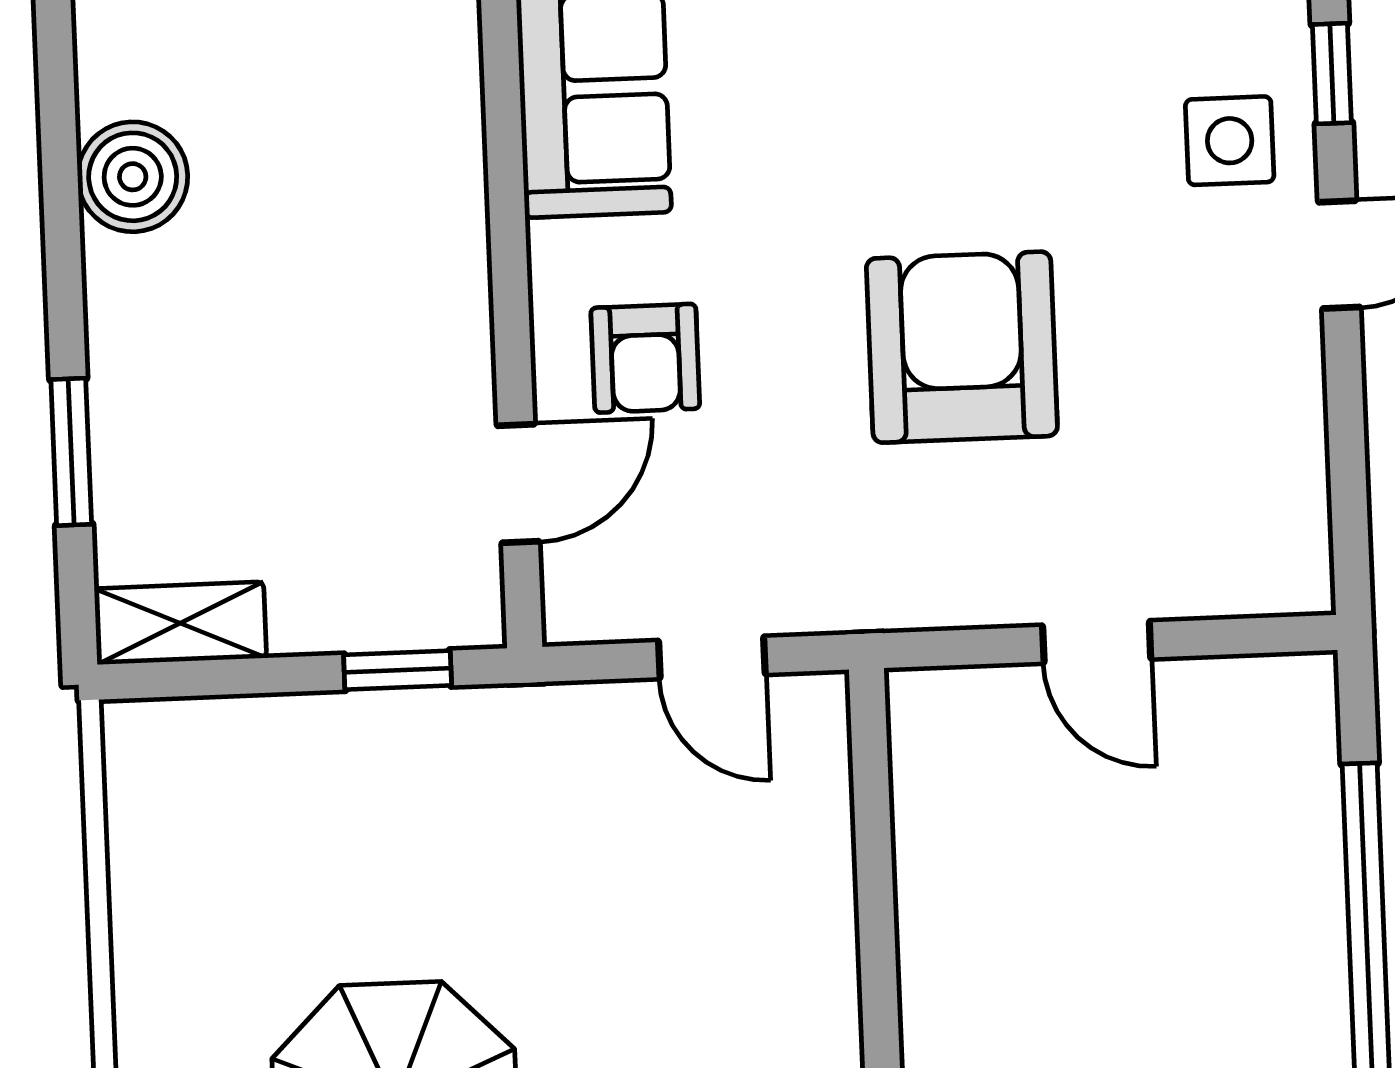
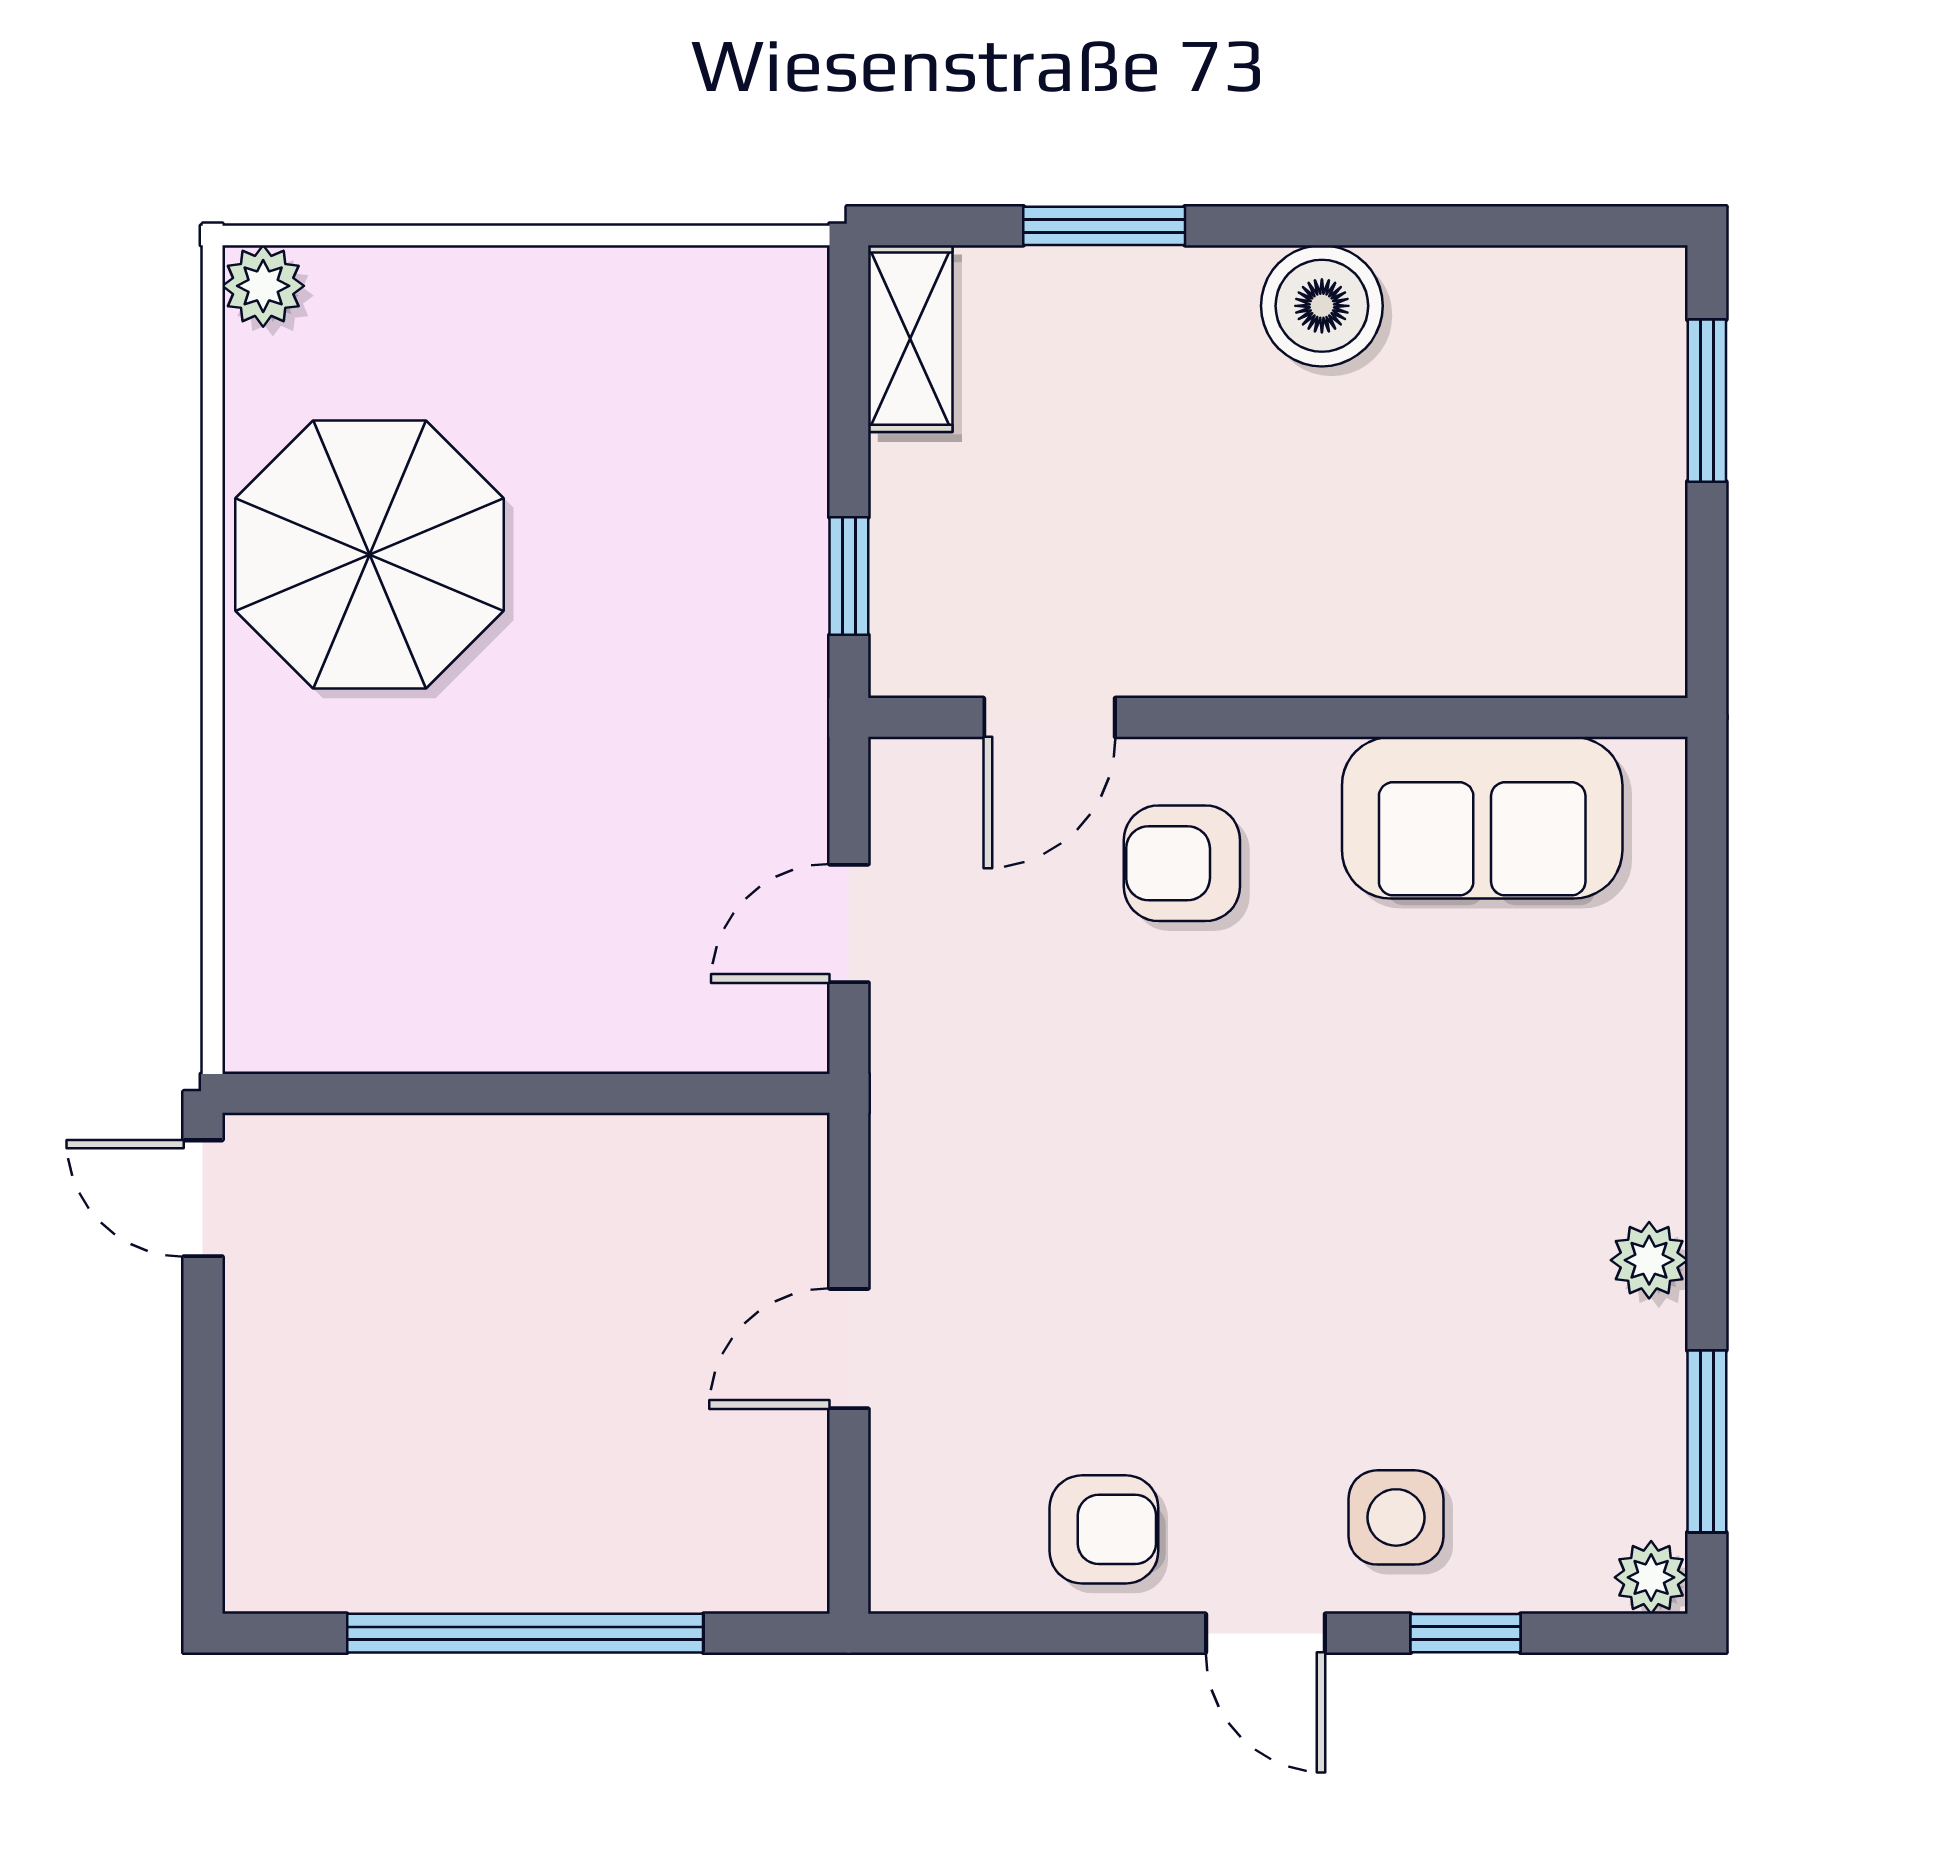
boiler: (133, 177) -> (1322, 306), moved
armchair: (962, 347) -> (1104, 1529), moved, width x0.53, depth x0.53
door: (518, 483) -> (1049, 717), hinge flipped

